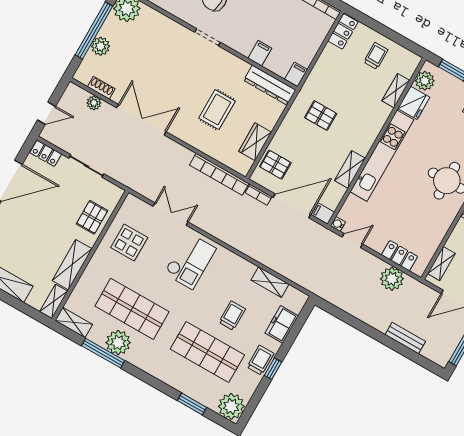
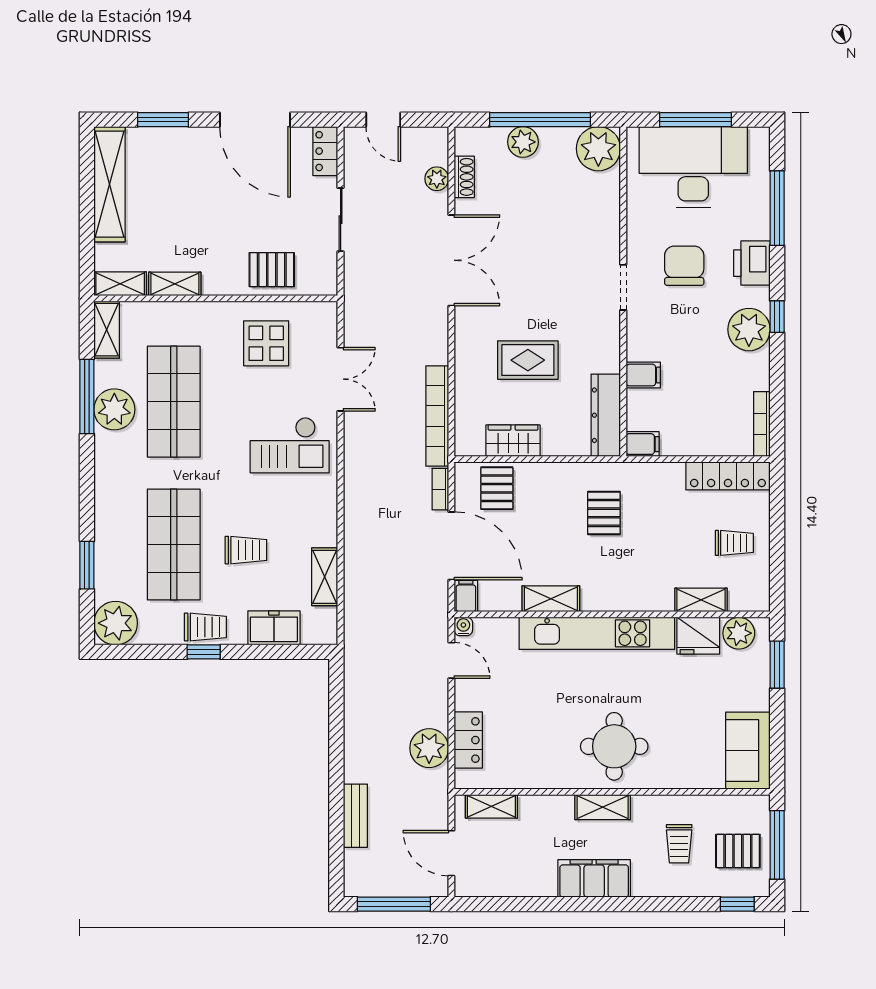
locker: (343, 31) -> (728, 476), width x1.53
shelving: (72, 265) -> (175, 284), width x0.67, depth x0.75

